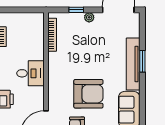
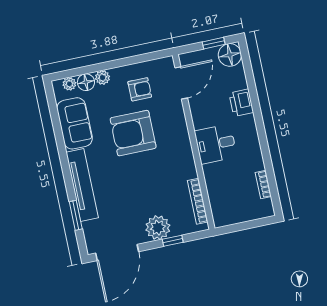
plant: (89, 17) -> (158, 228), width x1.87, depth x1.87
window: (142, 61) -> (76, 215), moved

